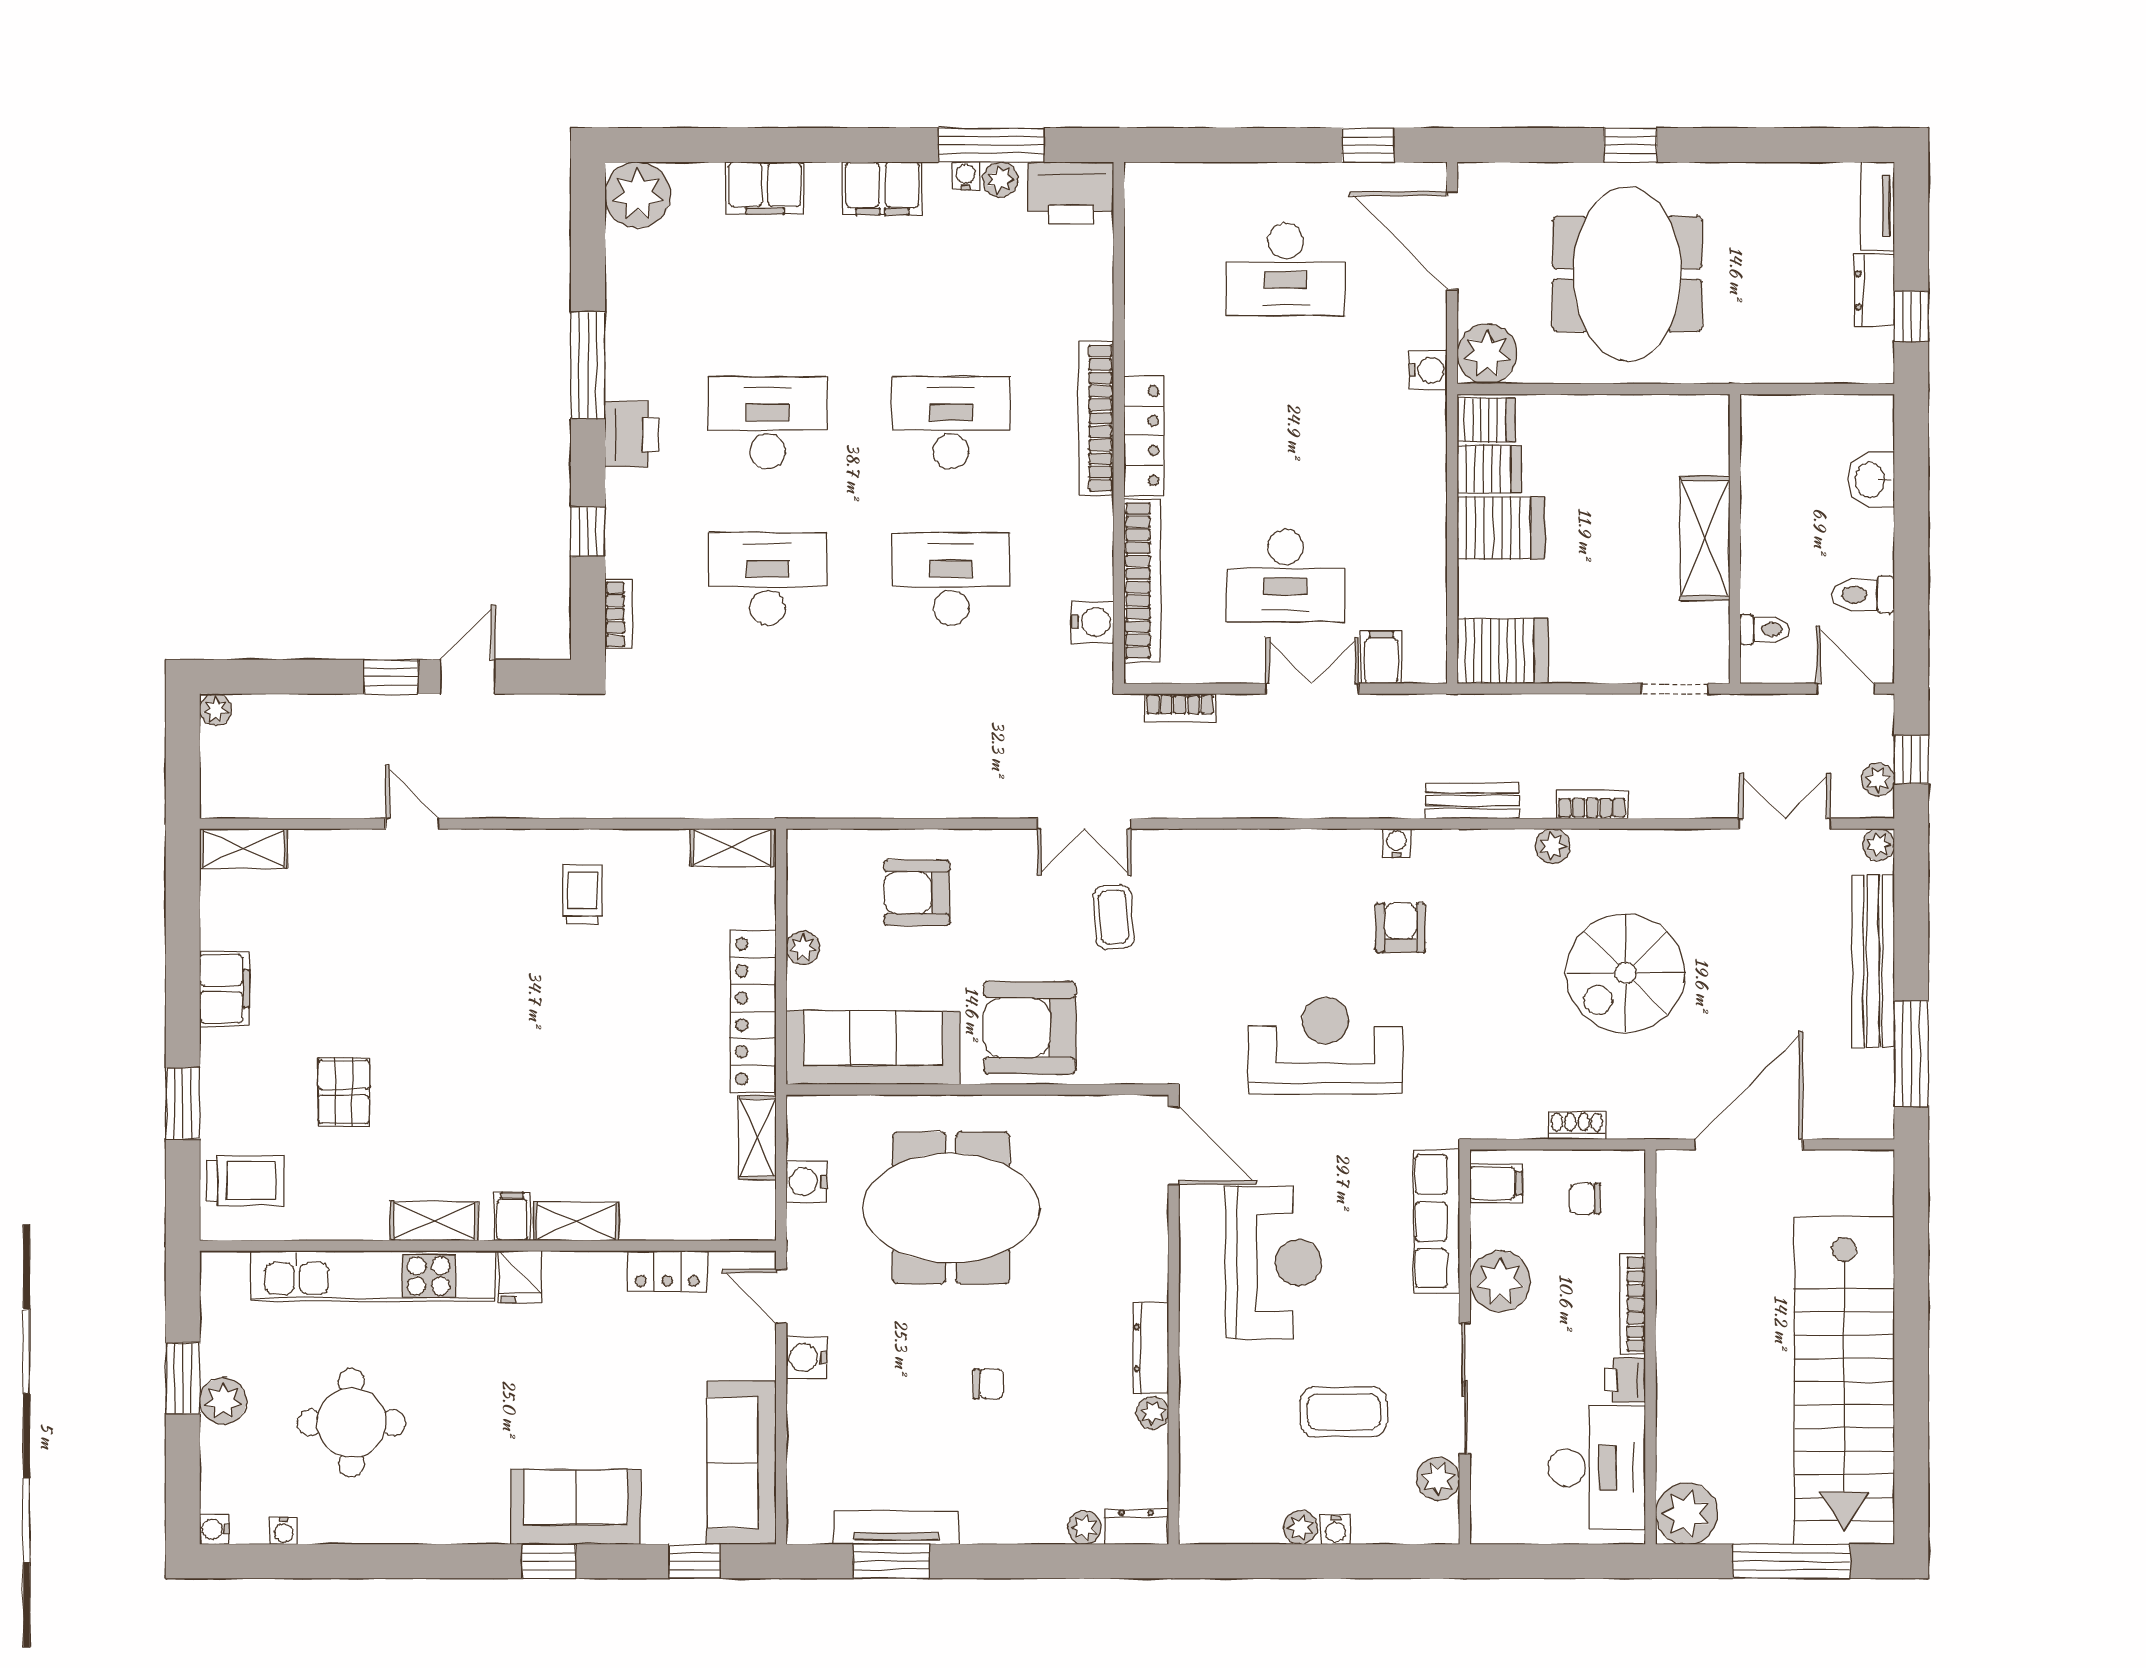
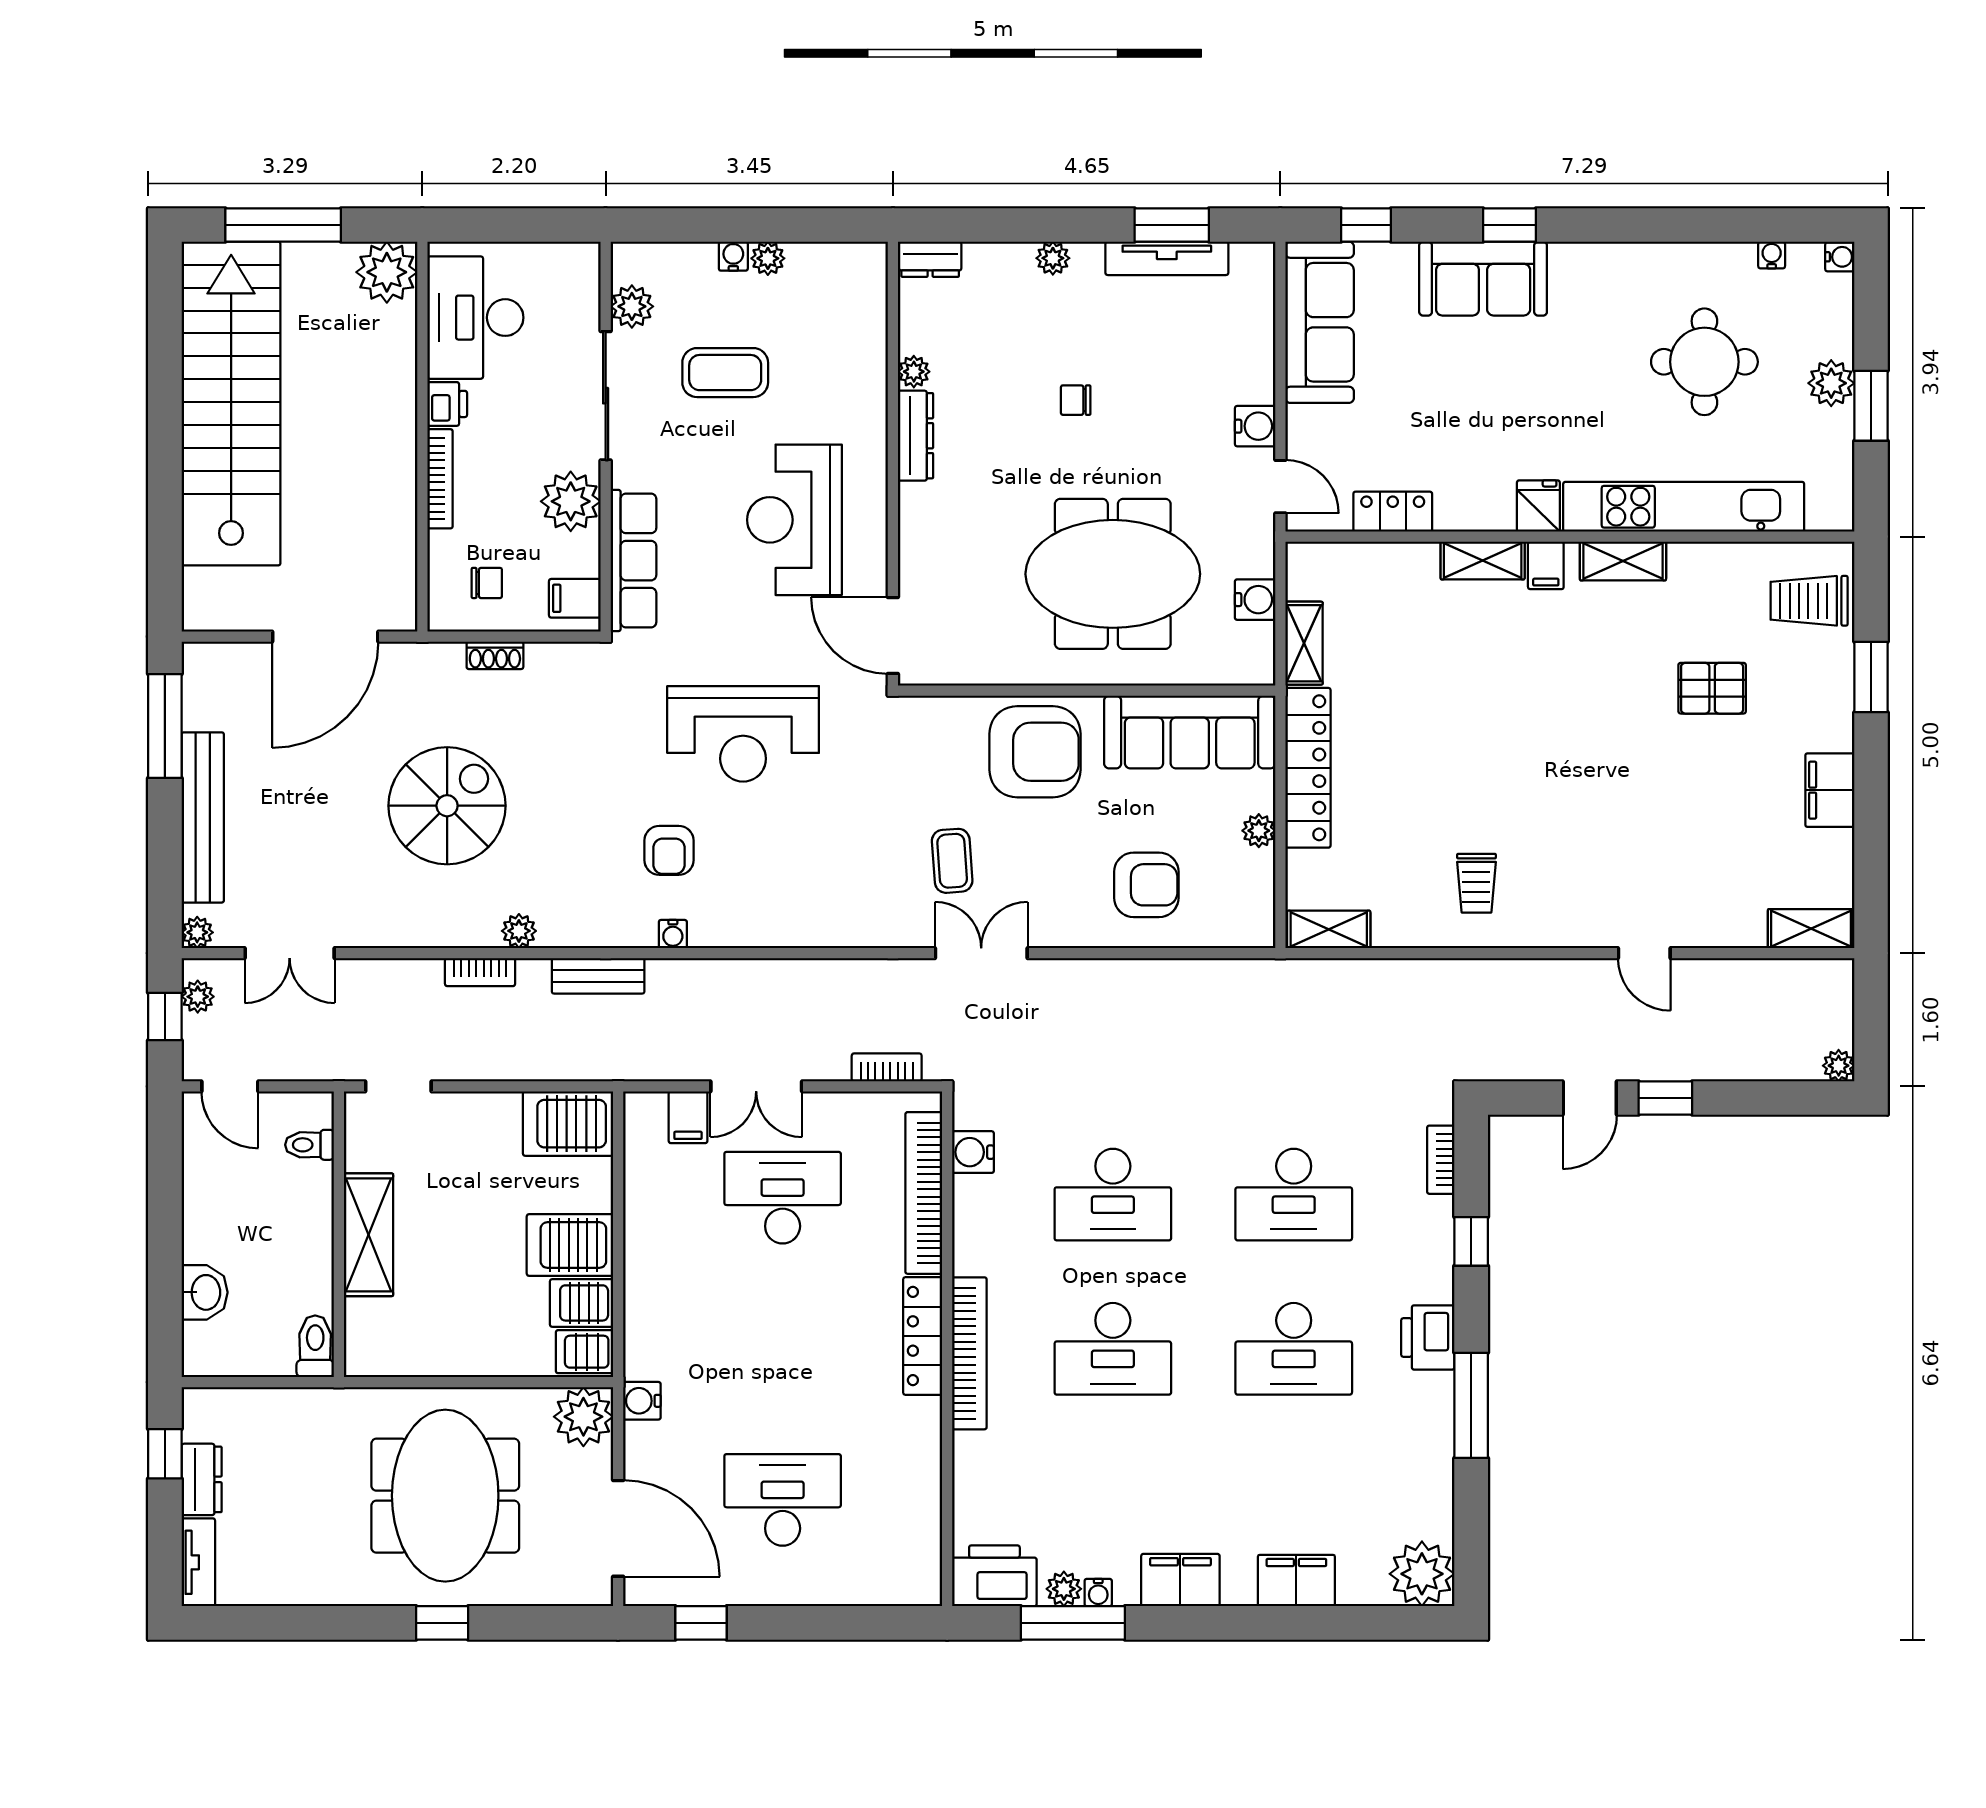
toilet: (1863, 595) -> (315, 1346), moved, turned -90
pallet: (344, 1092) -> (1712, 688), turned 90
plant: (1084, 1528) -> (1053, 258), moved

